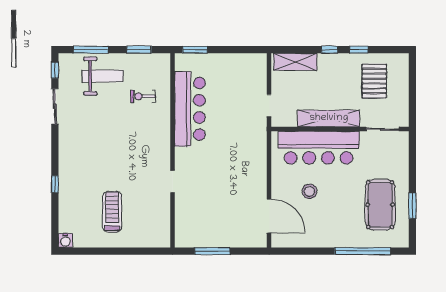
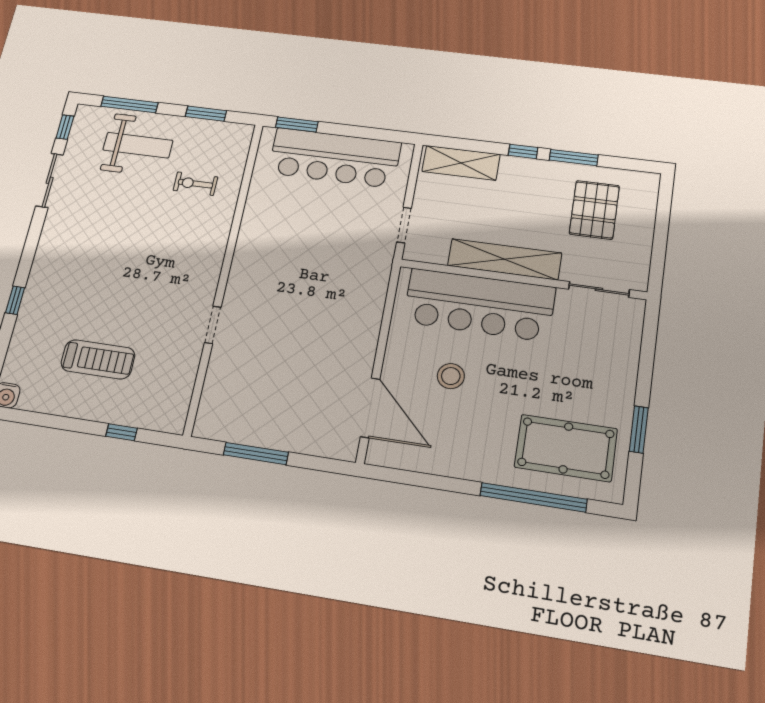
window: (359, 50) -> (574, 157), width x1.50
bar counter: (190, 109) -> (334, 158), moved, turned 90
pool table: (380, 205) -> (566, 448), moved, turned 90
treadmill: (112, 212) -> (98, 359), turned 90
window: (136, 251) -> (121, 432), added

